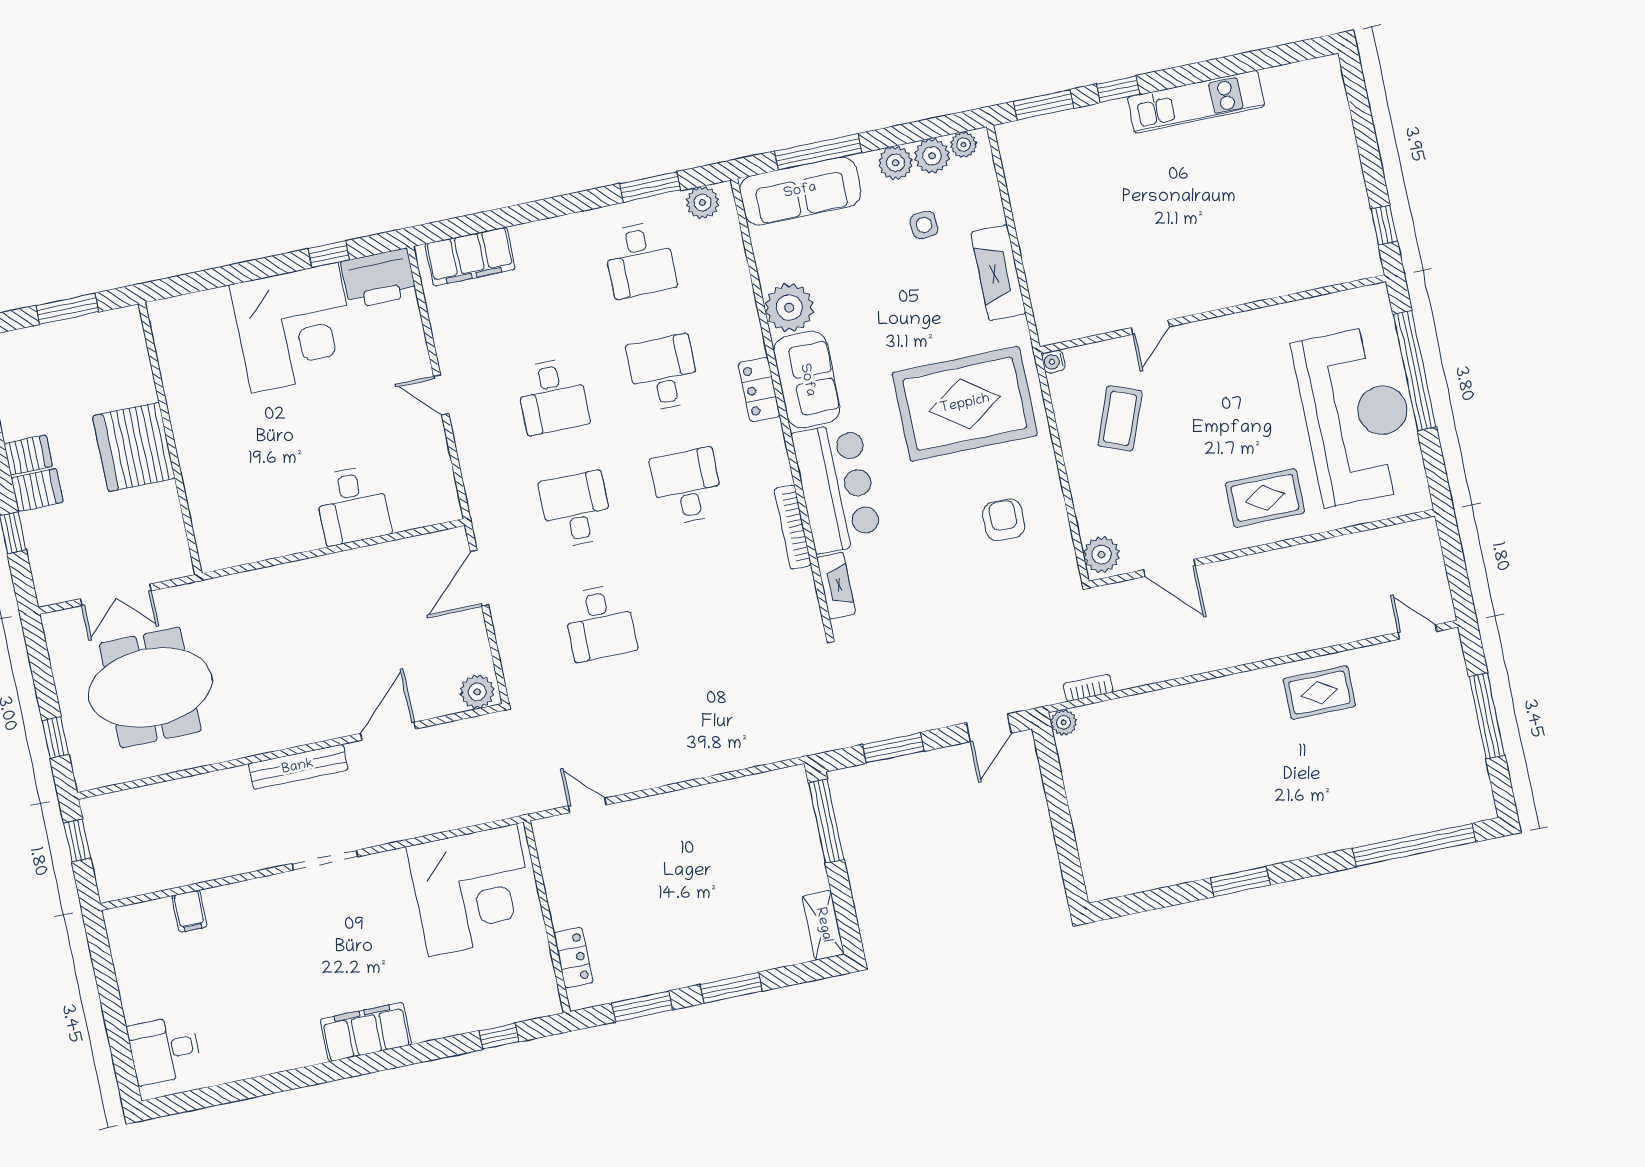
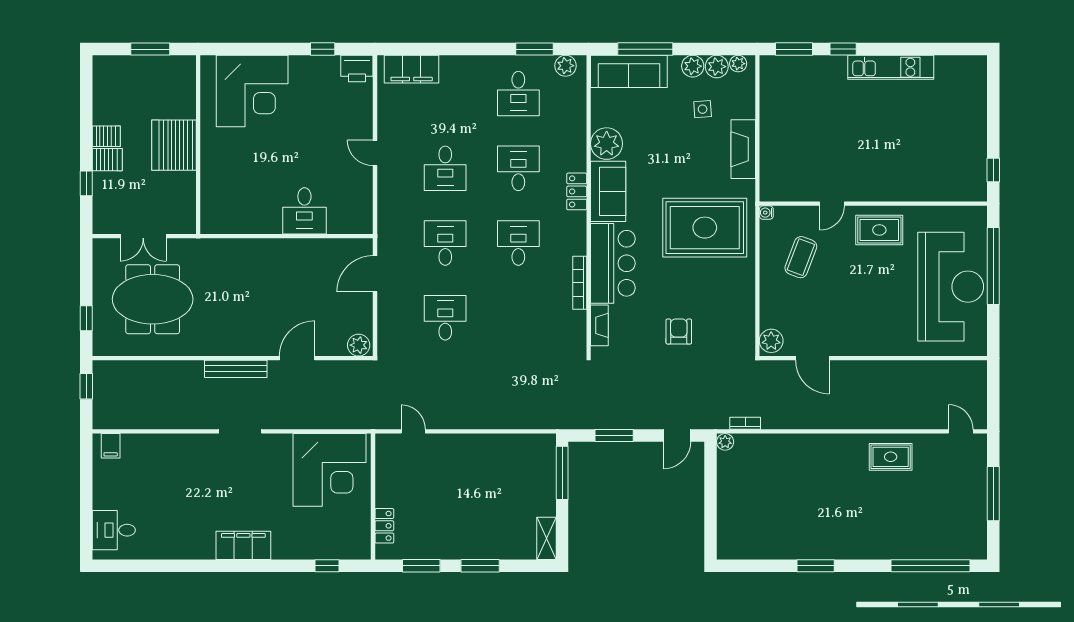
printer: (379, 279) -> (357, 68), width x0.73, depth x0.84
corner desk: (295, 328) -> (252, 91), moved
rug: (1265, 498) -> (879, 230), moved
armchair: (1004, 520) -> (679, 332), moved
desk: (600, 623) -> (445, 318), turned 180
filing cabinet: (189, 911) -> (111, 446), moved

